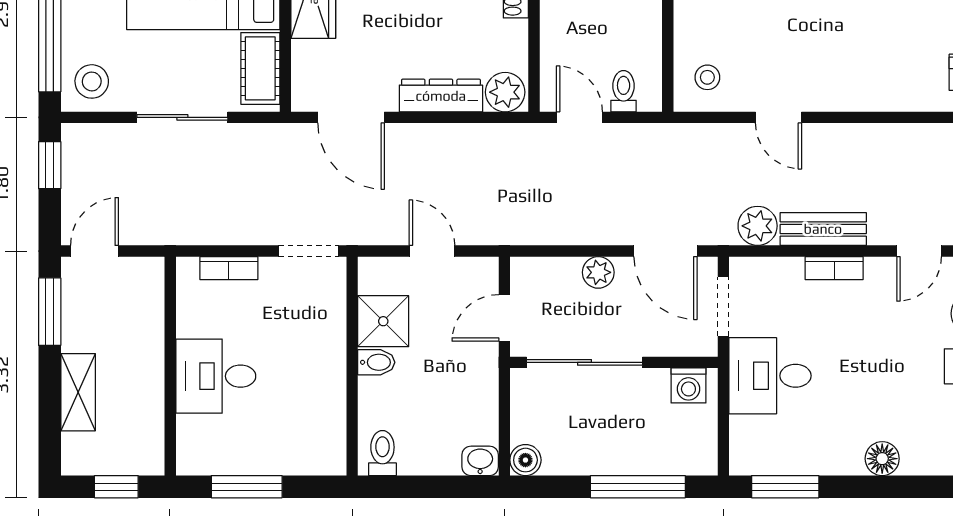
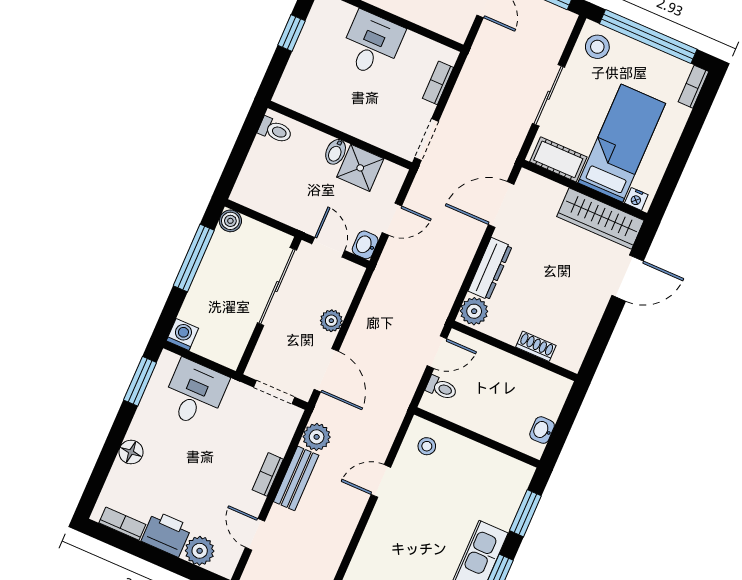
door: (665, 251) -> (326, 370), swing flipped
desk: (770, 376) -> (195, 393), moved
washing machine: (688, 385) -> (182, 335), moved, turned 90
washbasin: (480, 461) -> (365, 245), moved, turned 180
window: (247, 487) -> (292, 33), width x0.67
window: (638, 487) -> (194, 258), moved

